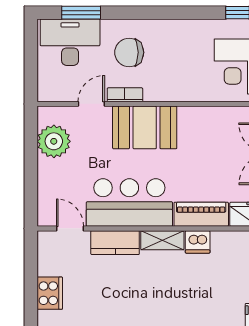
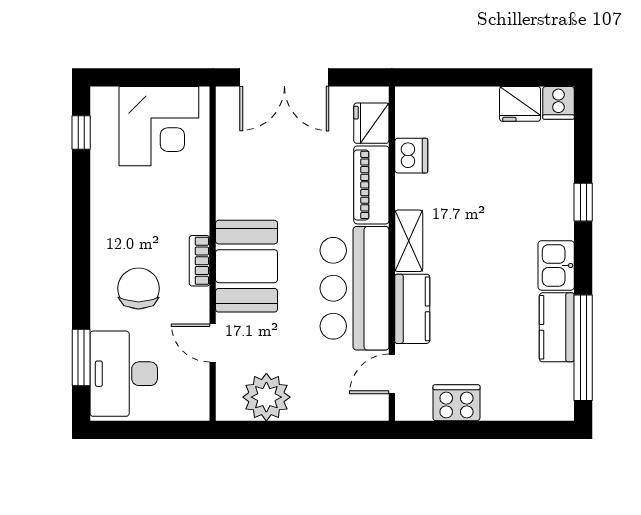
chair: (129, 52) -> (139, 289), turned 180
bookcase: (125, 95) -> (199, 261), moved
dishwasher: (198, 242) -> (411, 156), moved
cooker: (50, 293) -> (456, 403), moved

